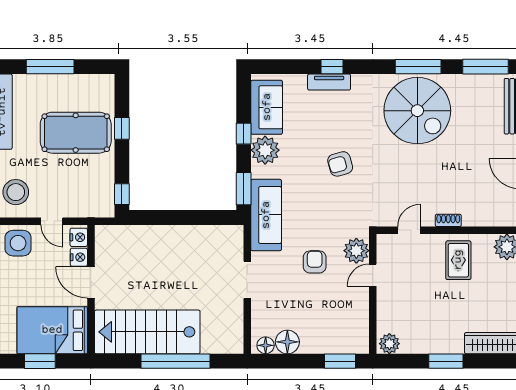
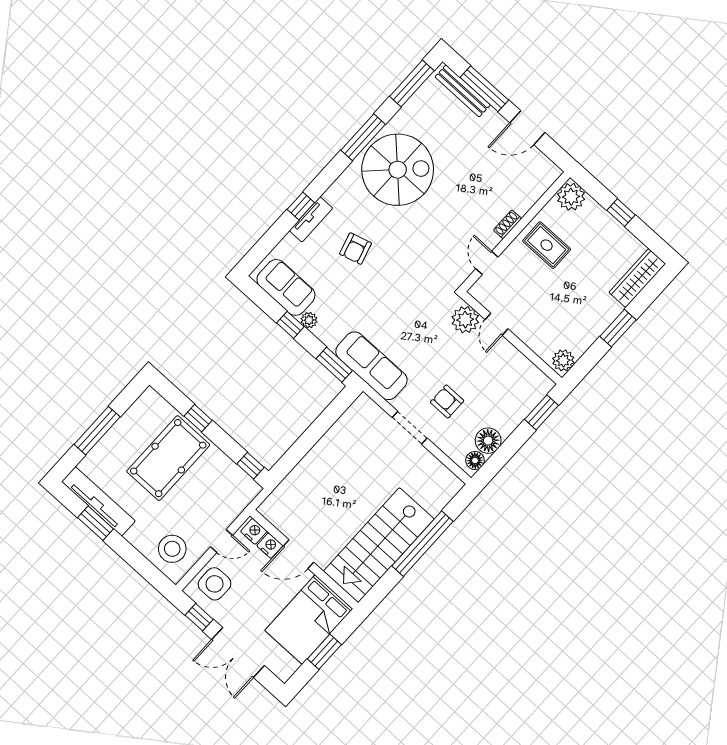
plant: (265, 150) -> (309, 320), width x0.53, depth x0.53
armchair: (340, 164) -> (356, 249), moved
armchair: (315, 262) -> (447, 401), moved

